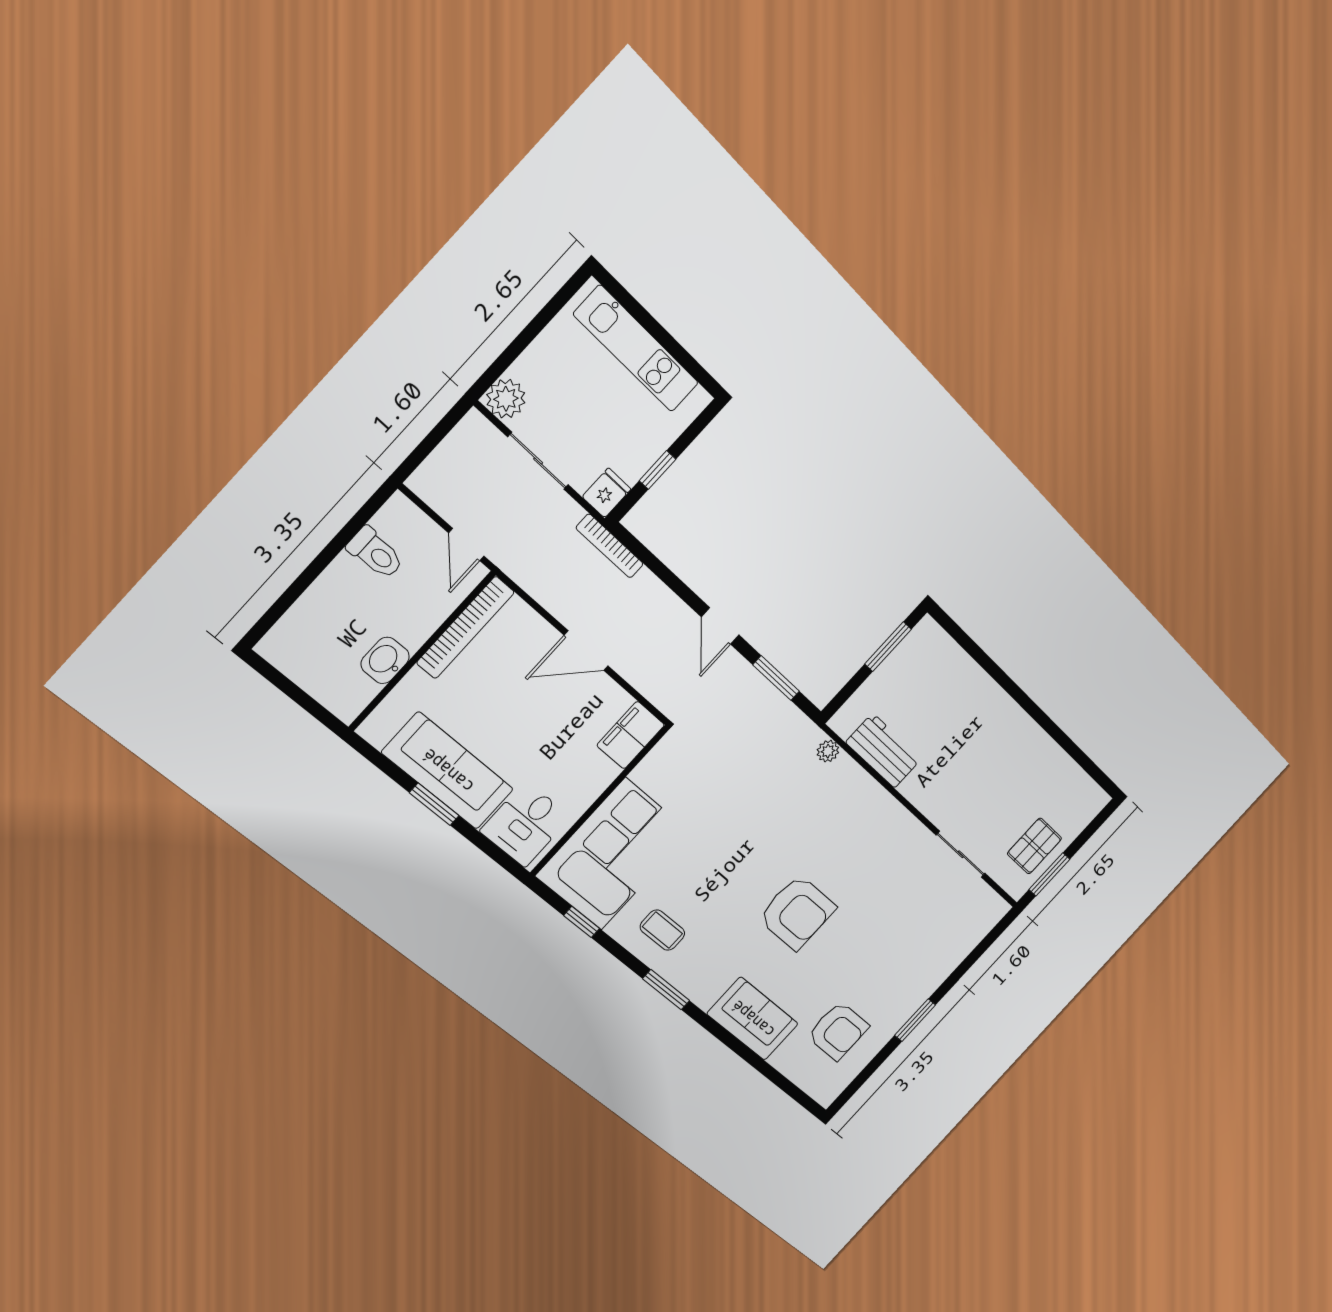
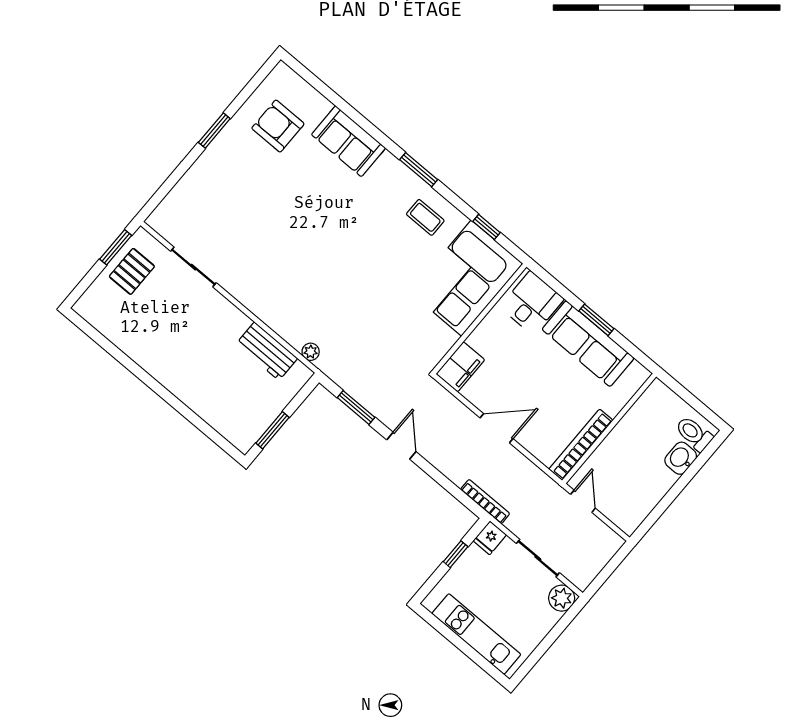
toilet: (376, 553) -> (694, 434), moved
washbasin: (385, 660) -> (681, 458), moved, turned 180
armchair: (797, 912) -> (322, 226), removed

